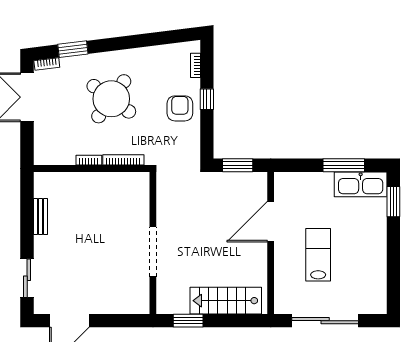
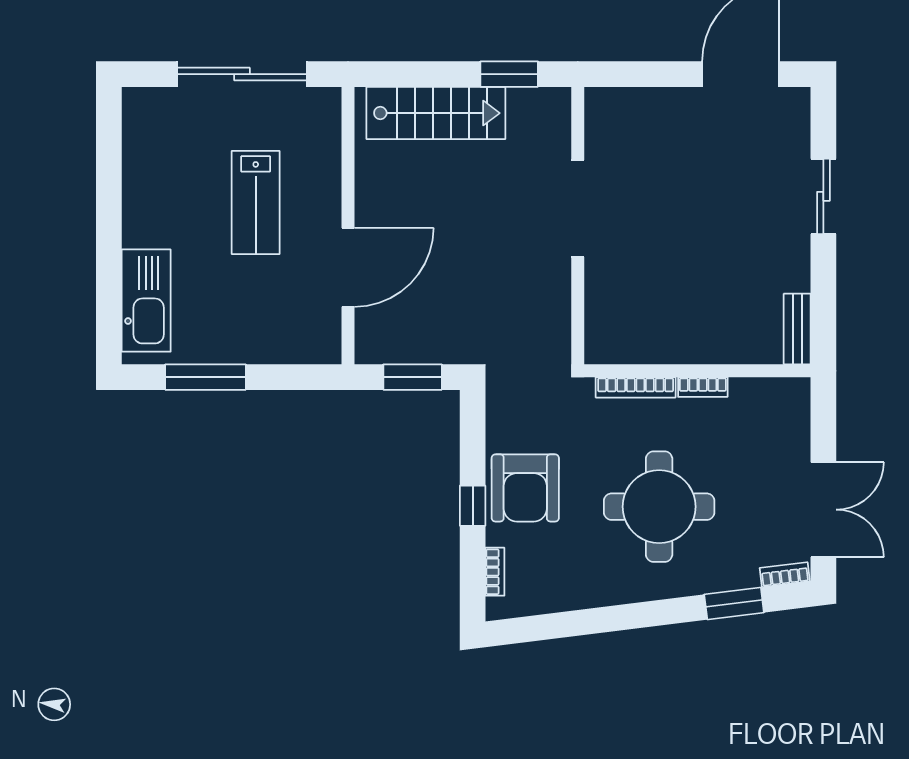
round table: (111, 99) -> (659, 507), turned -36
armchair: (180, 108) -> (525, 488), width x1.36, depth x1.36
kitchen sink: (361, 184) -> (146, 301), moved, turned 90
window: (393, 202) -> (109, 306), removed
bench: (40, 217) -> (797, 329), moved
sliding door: (27, 278) -> (823, 196), moved

